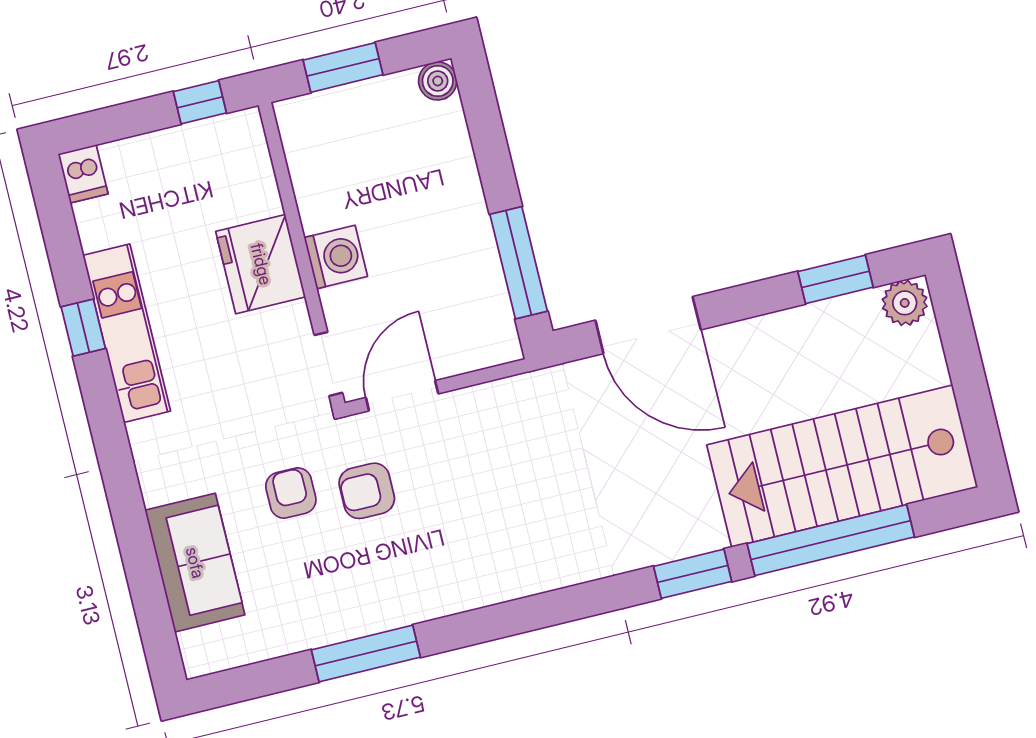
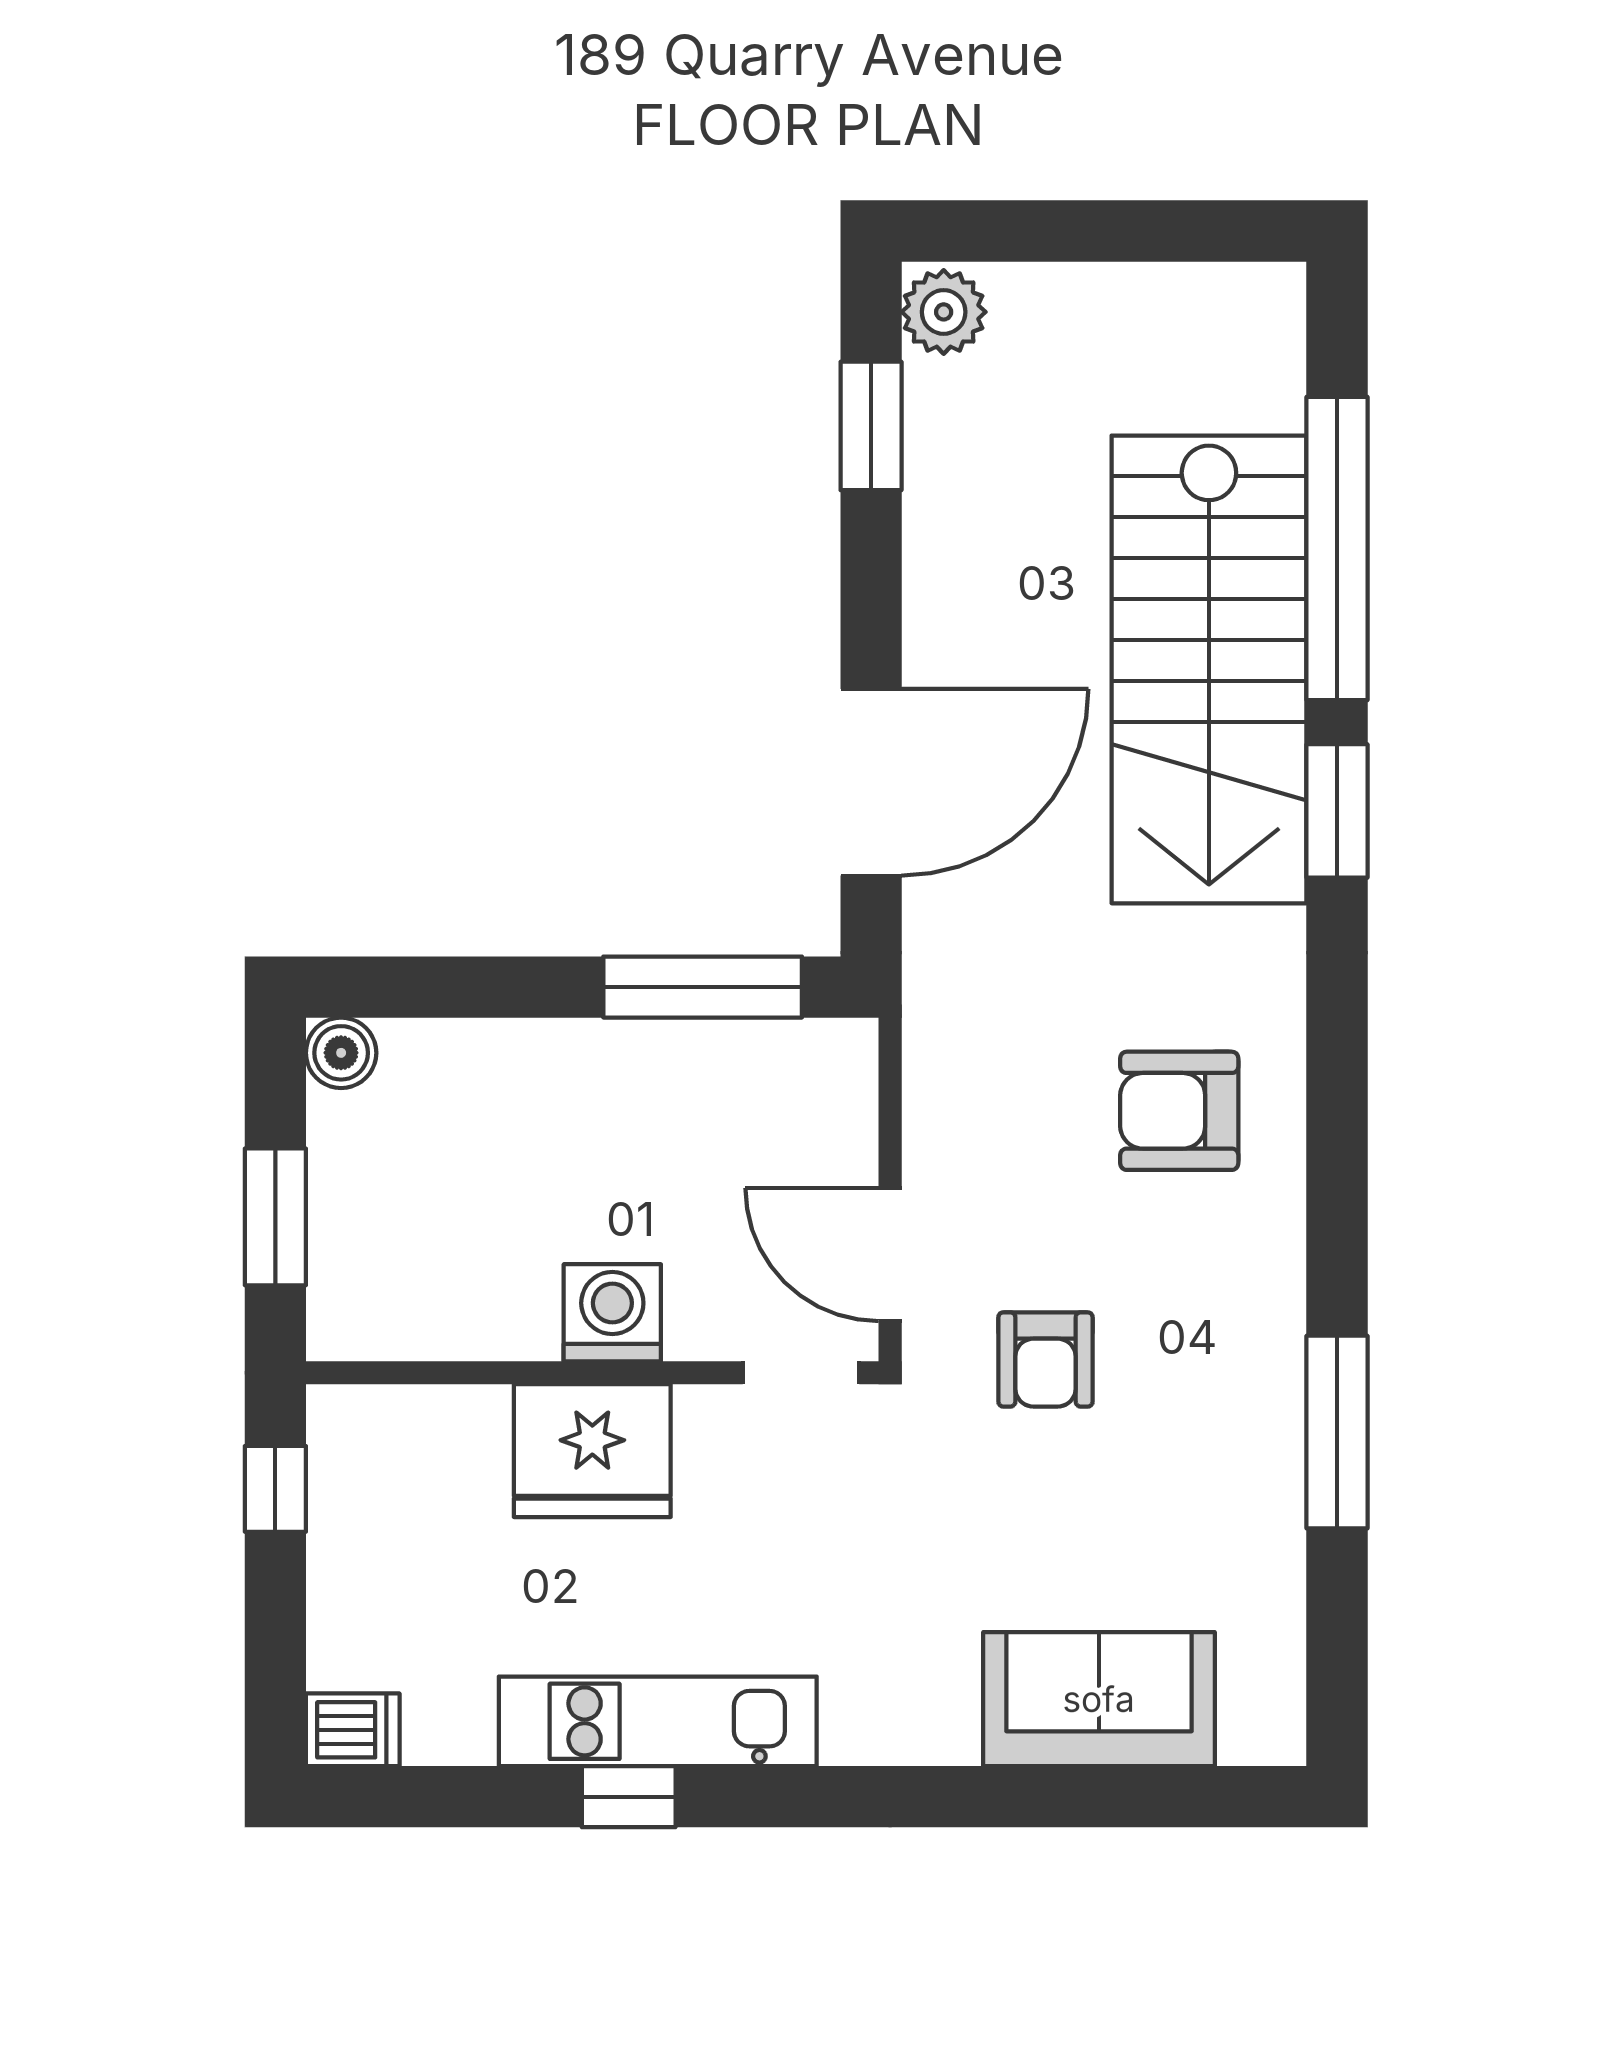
stairs: (842, 466) -> (1209, 669), moved
armchair: (291, 493) -> (1179, 1111), moved, width x1.38, depth x1.38

